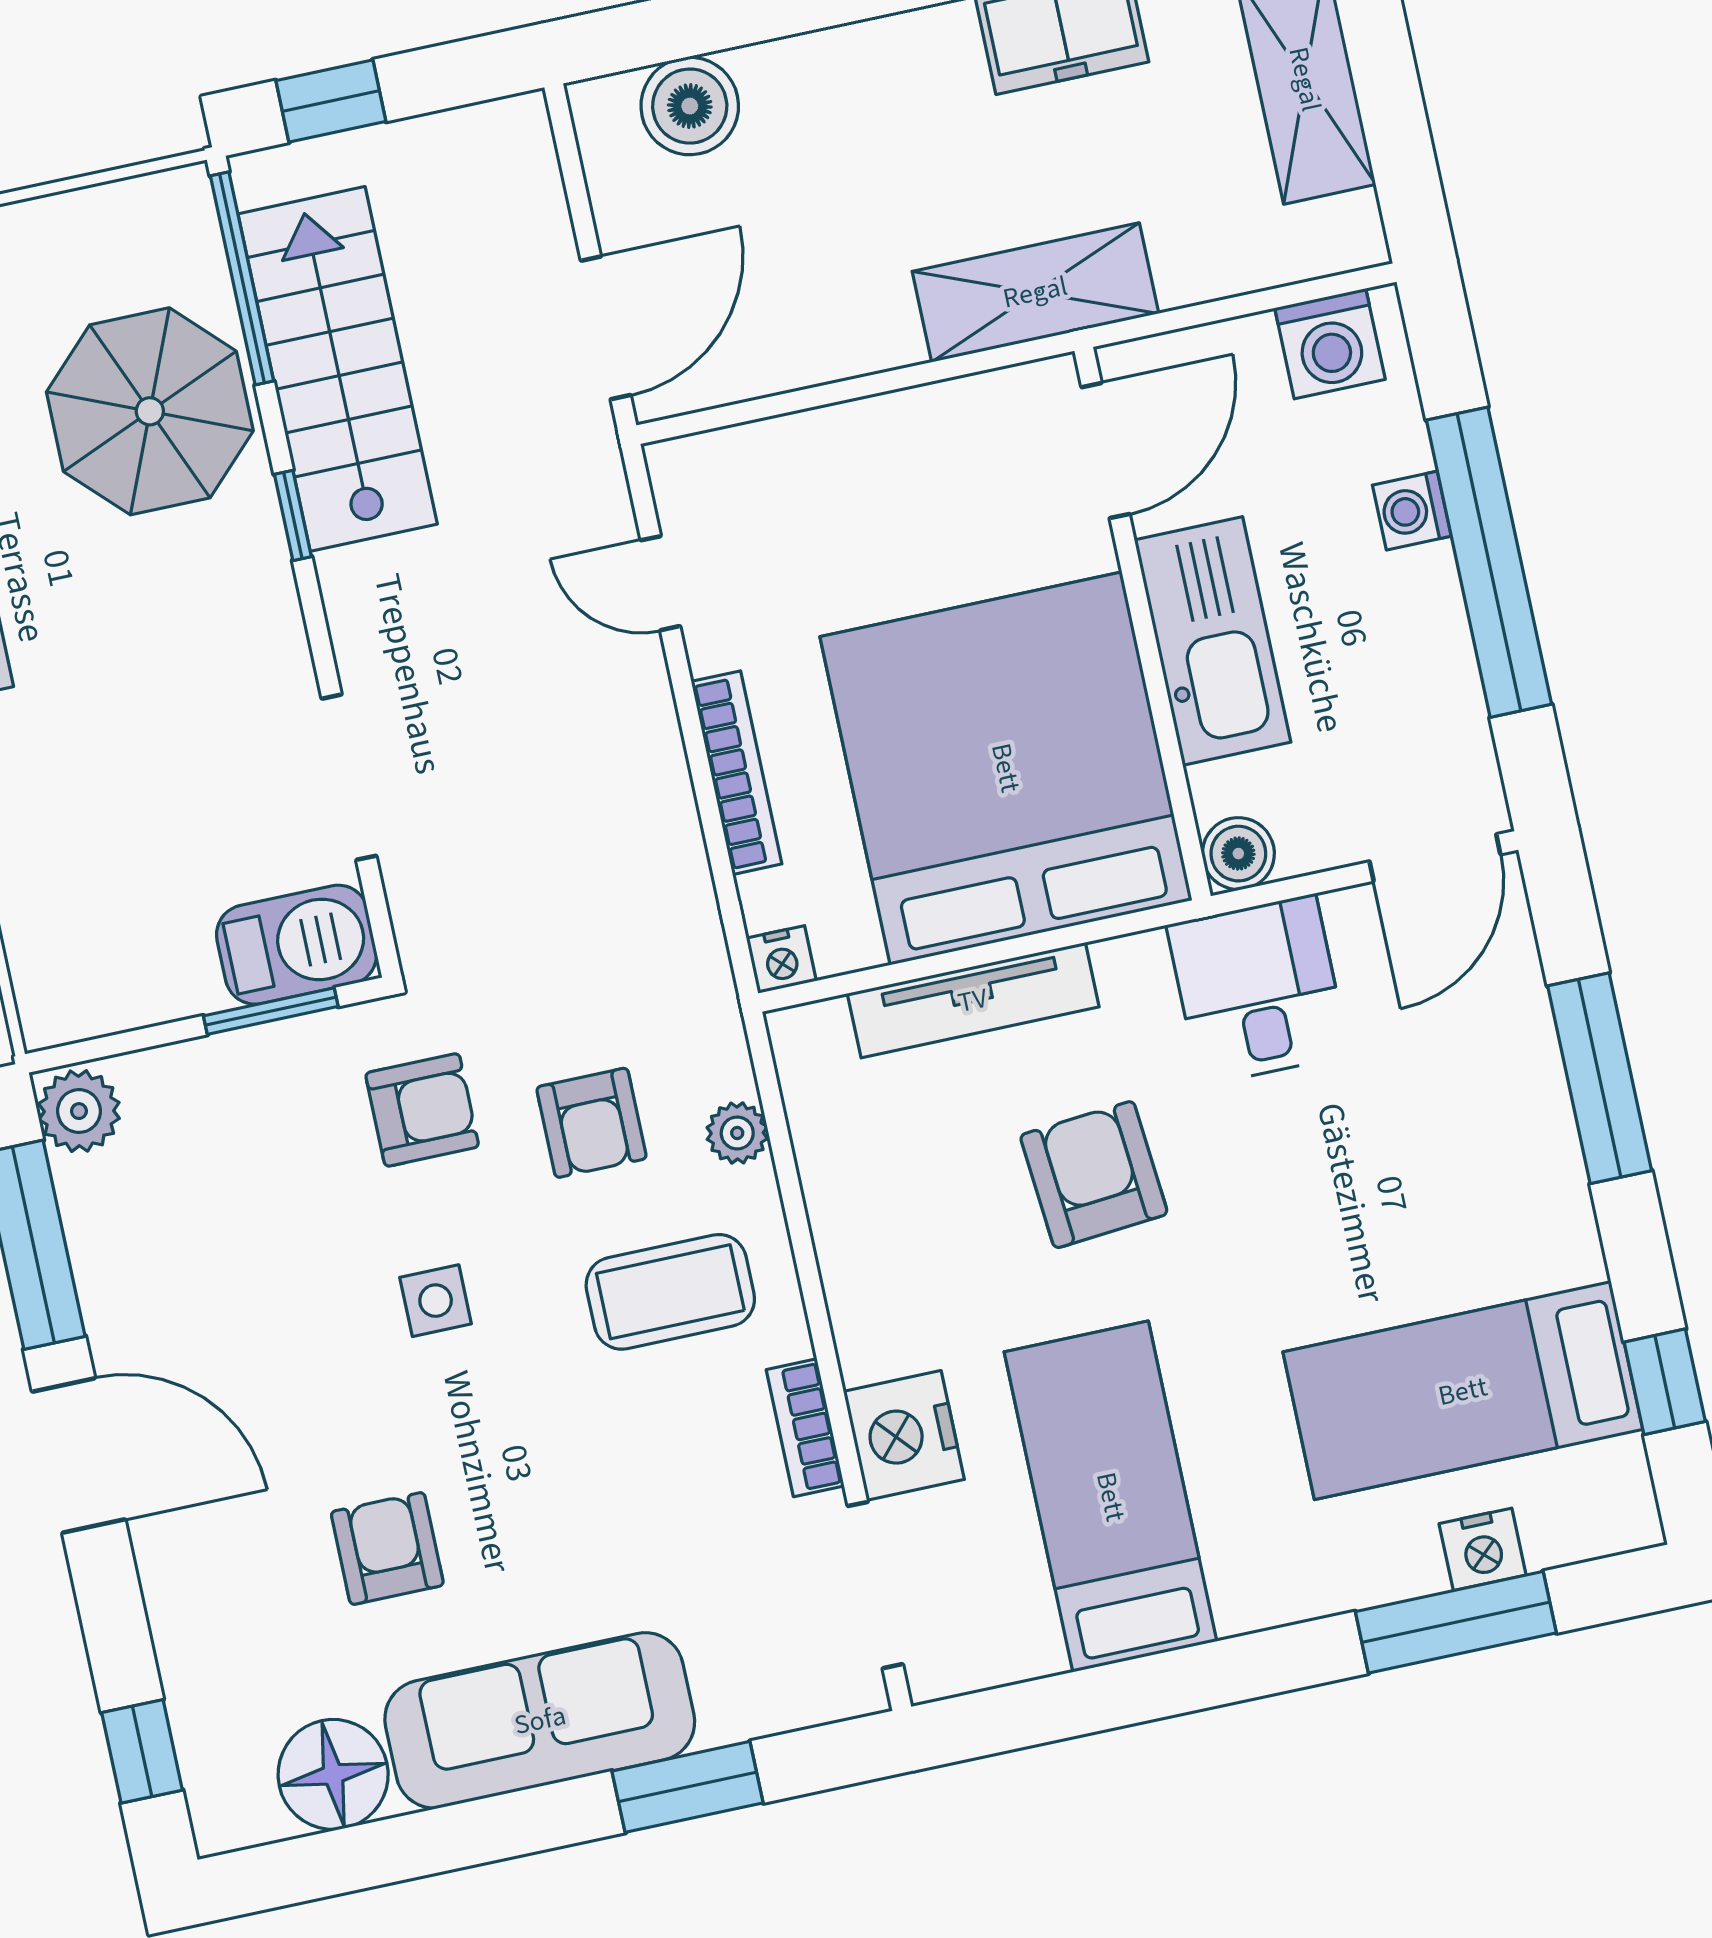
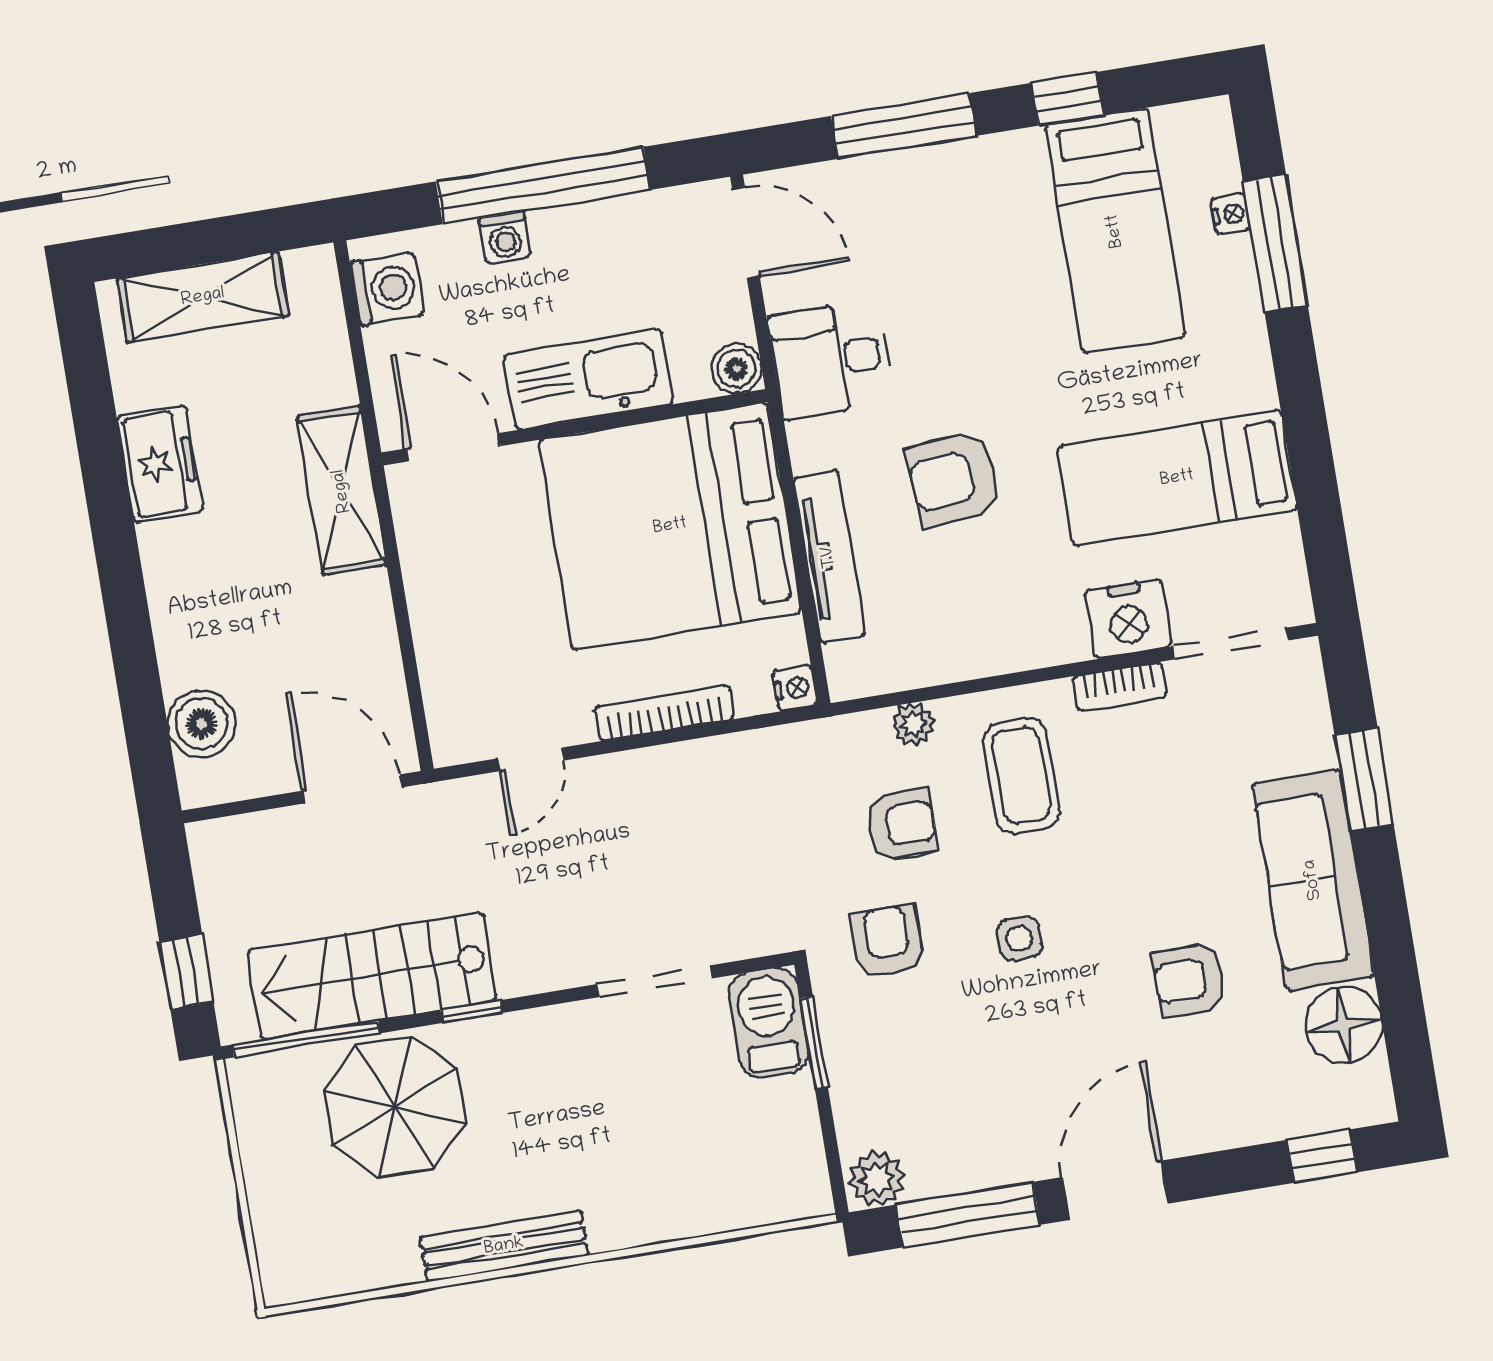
window: (1665, 1382) -> (1067, 99), moved
nightstand: (1483, 1549) -> (1231, 214), width x0.72, depth x0.74

